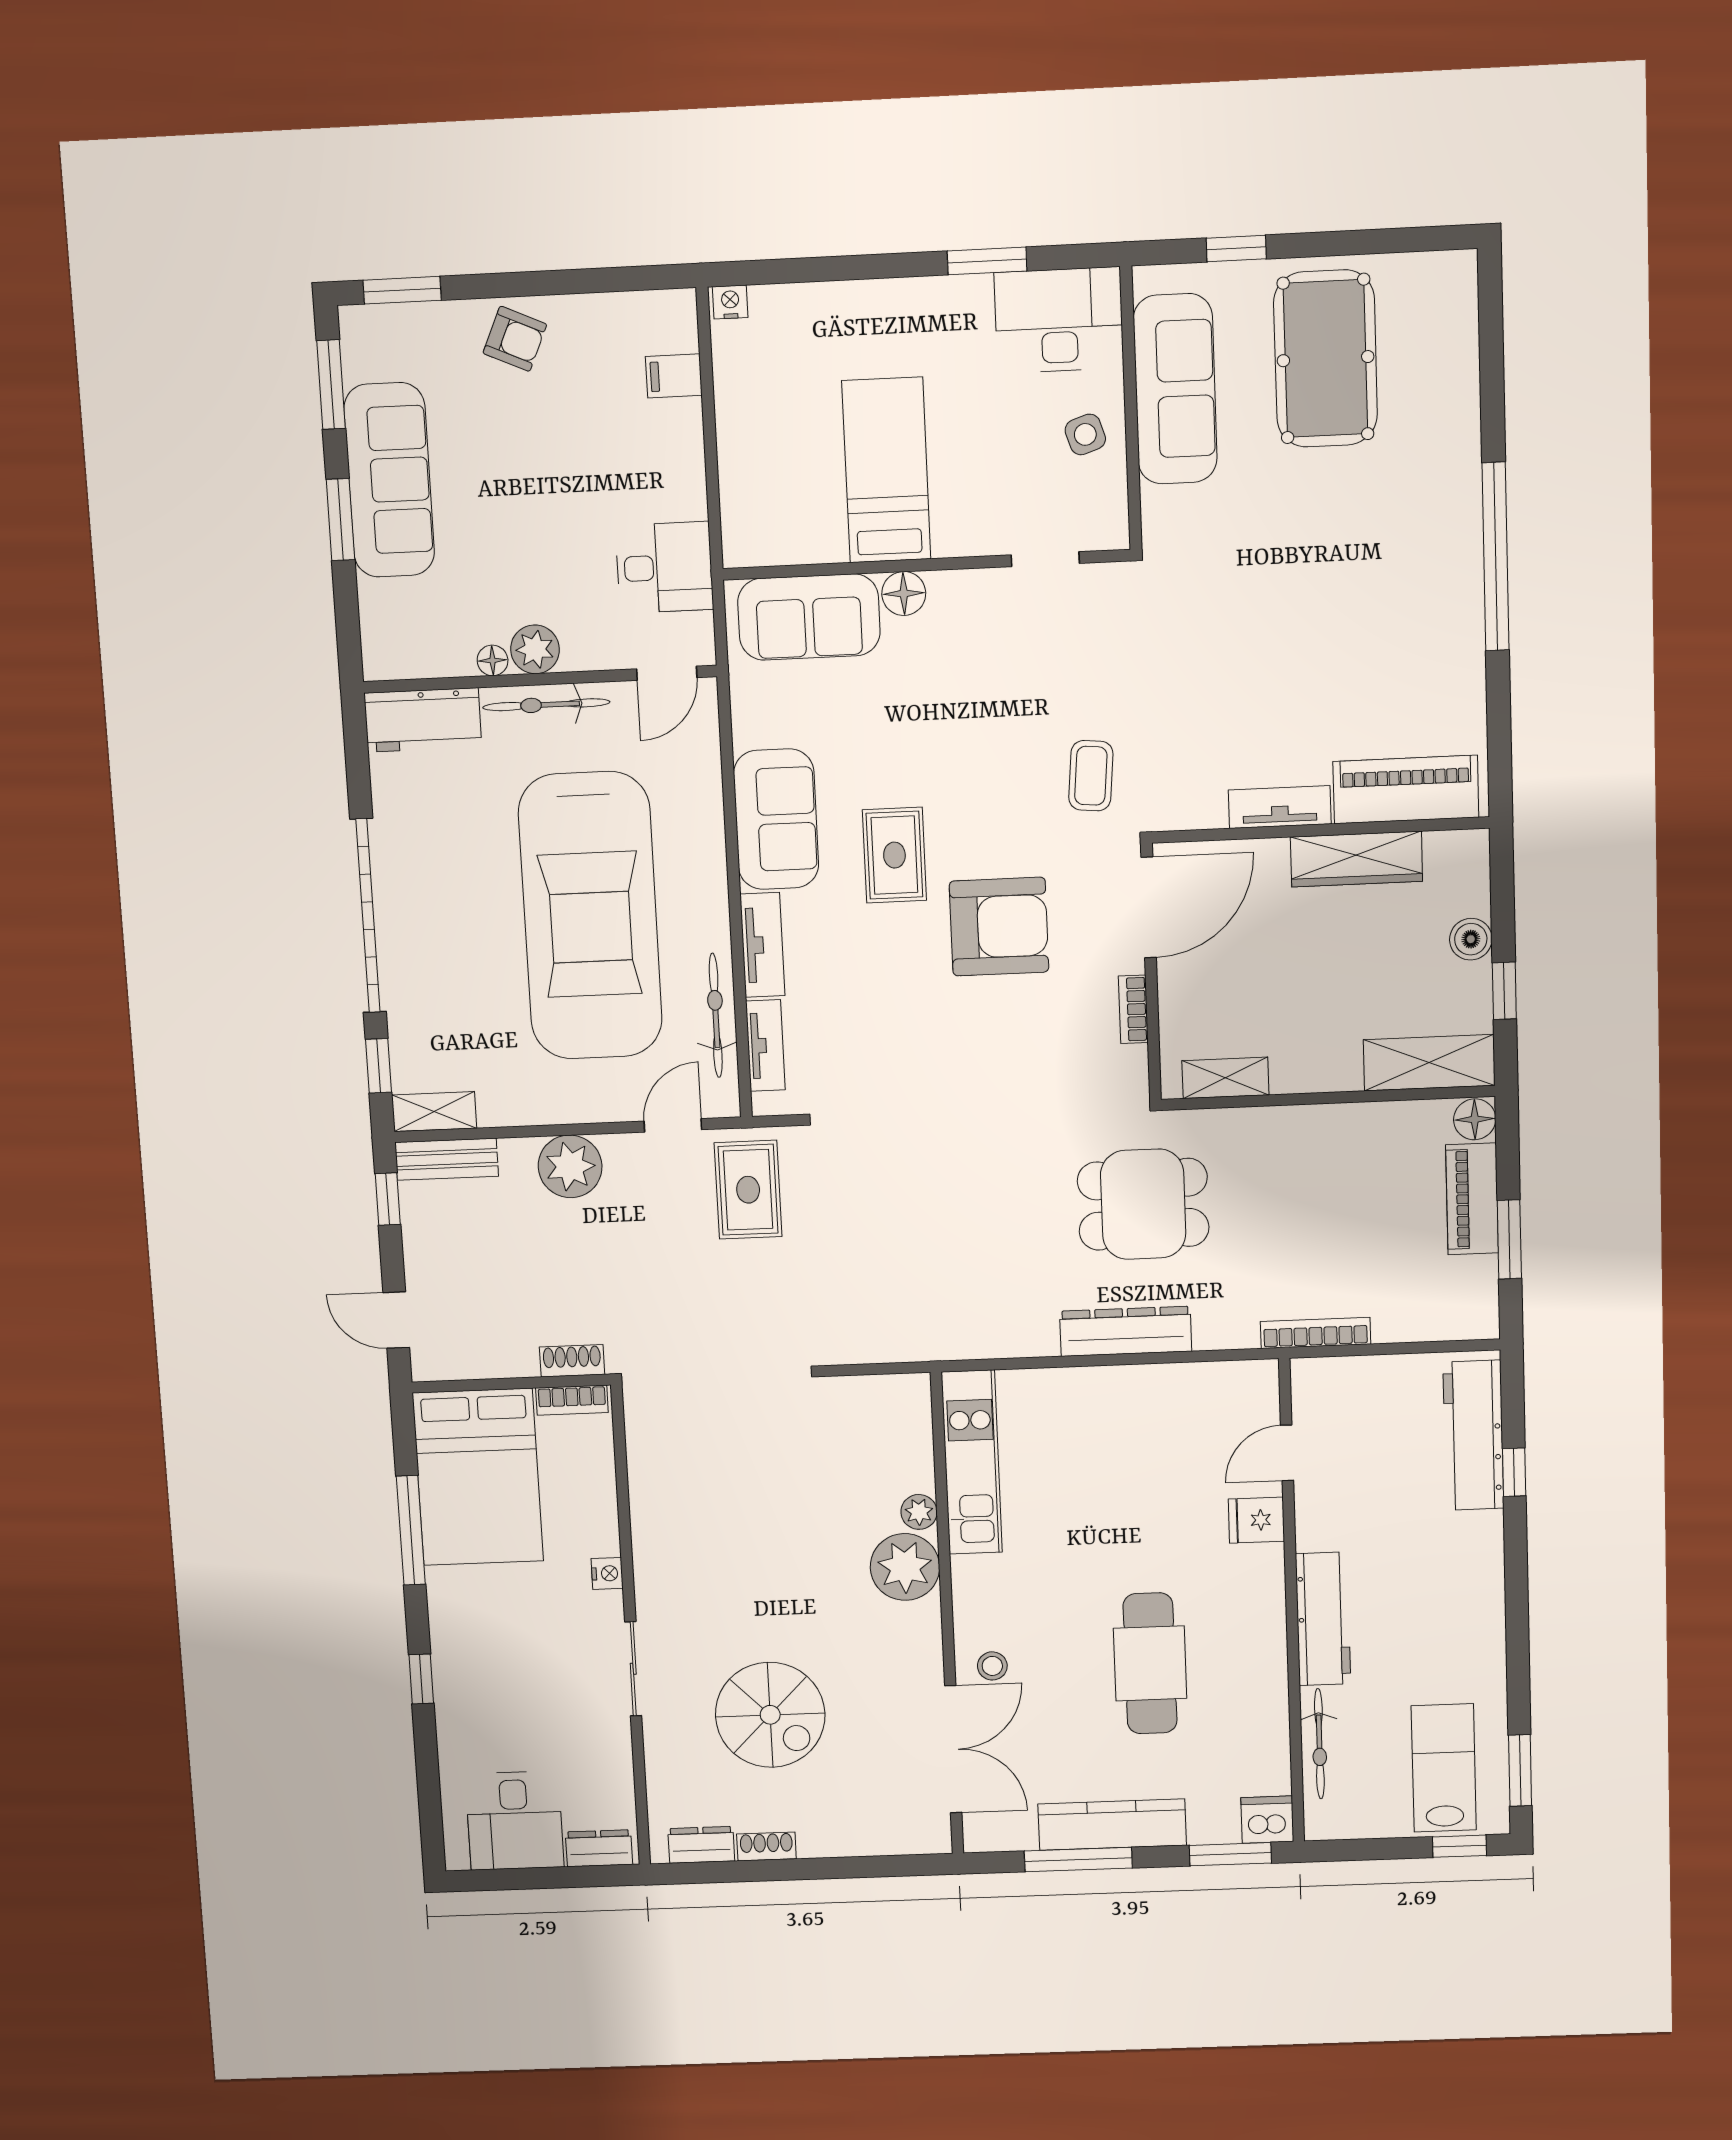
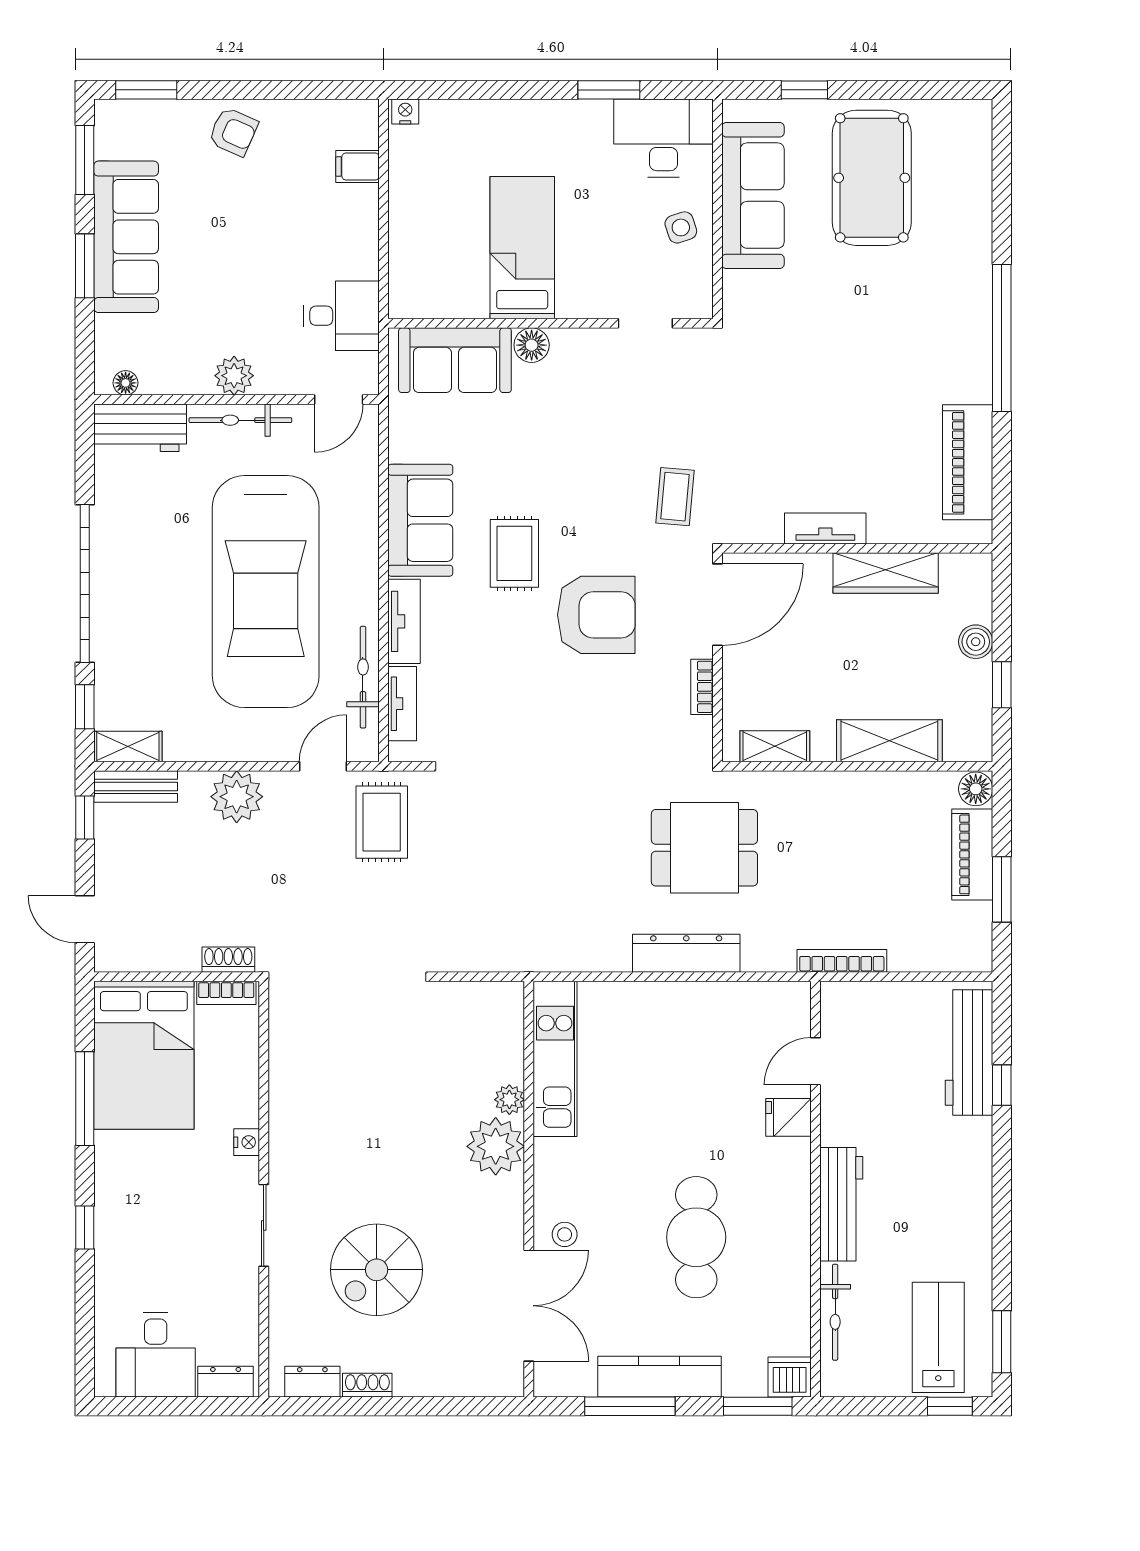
floor lamp: (493, 660) -> (126, 383), moved
piano: (1406, 789) -> (968, 462), moved, turned -90
shelving: (1429, 1063) -> (889, 741), moved
spiral stairs: (770, 1715) -> (377, 1270), turned 90

